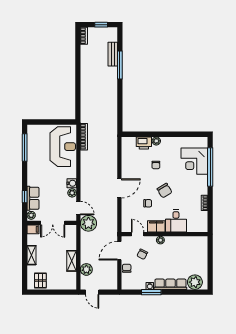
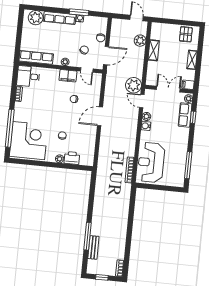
corner desk: (194, 161) -> (29, 141), width x1.36, depth x1.36
chair: (165, 191) -> (56, 110), removed
desk: (176, 221) -> (28, 76), moved, turned -90
row of seats: (190, 242) -> (36, 57), added

